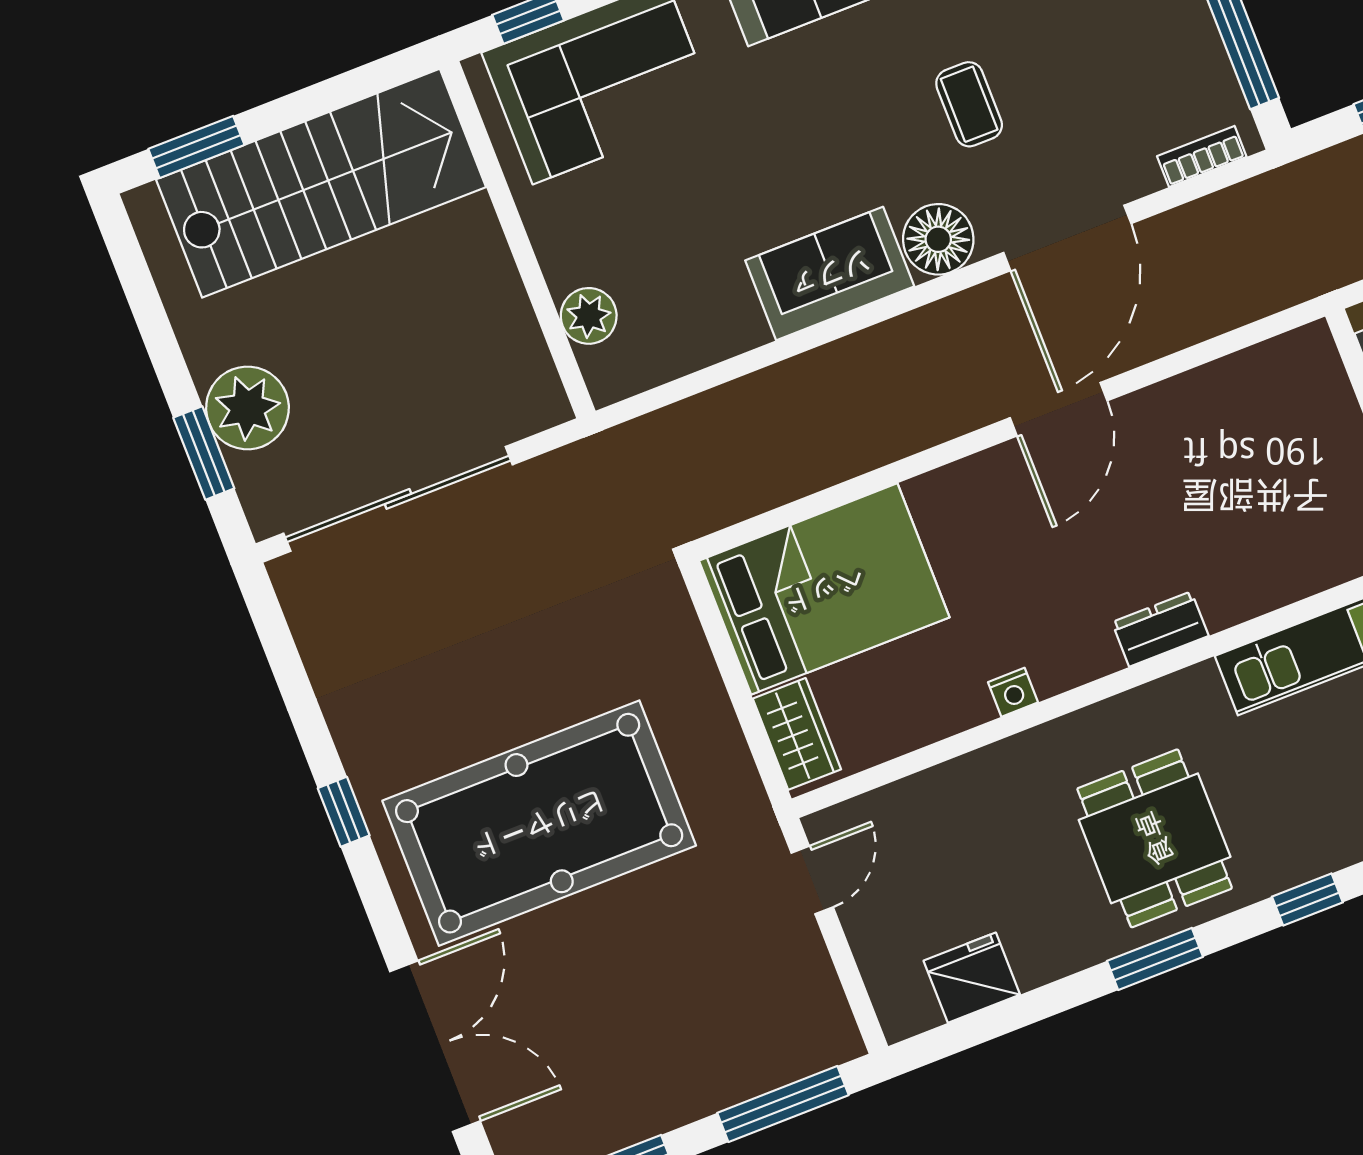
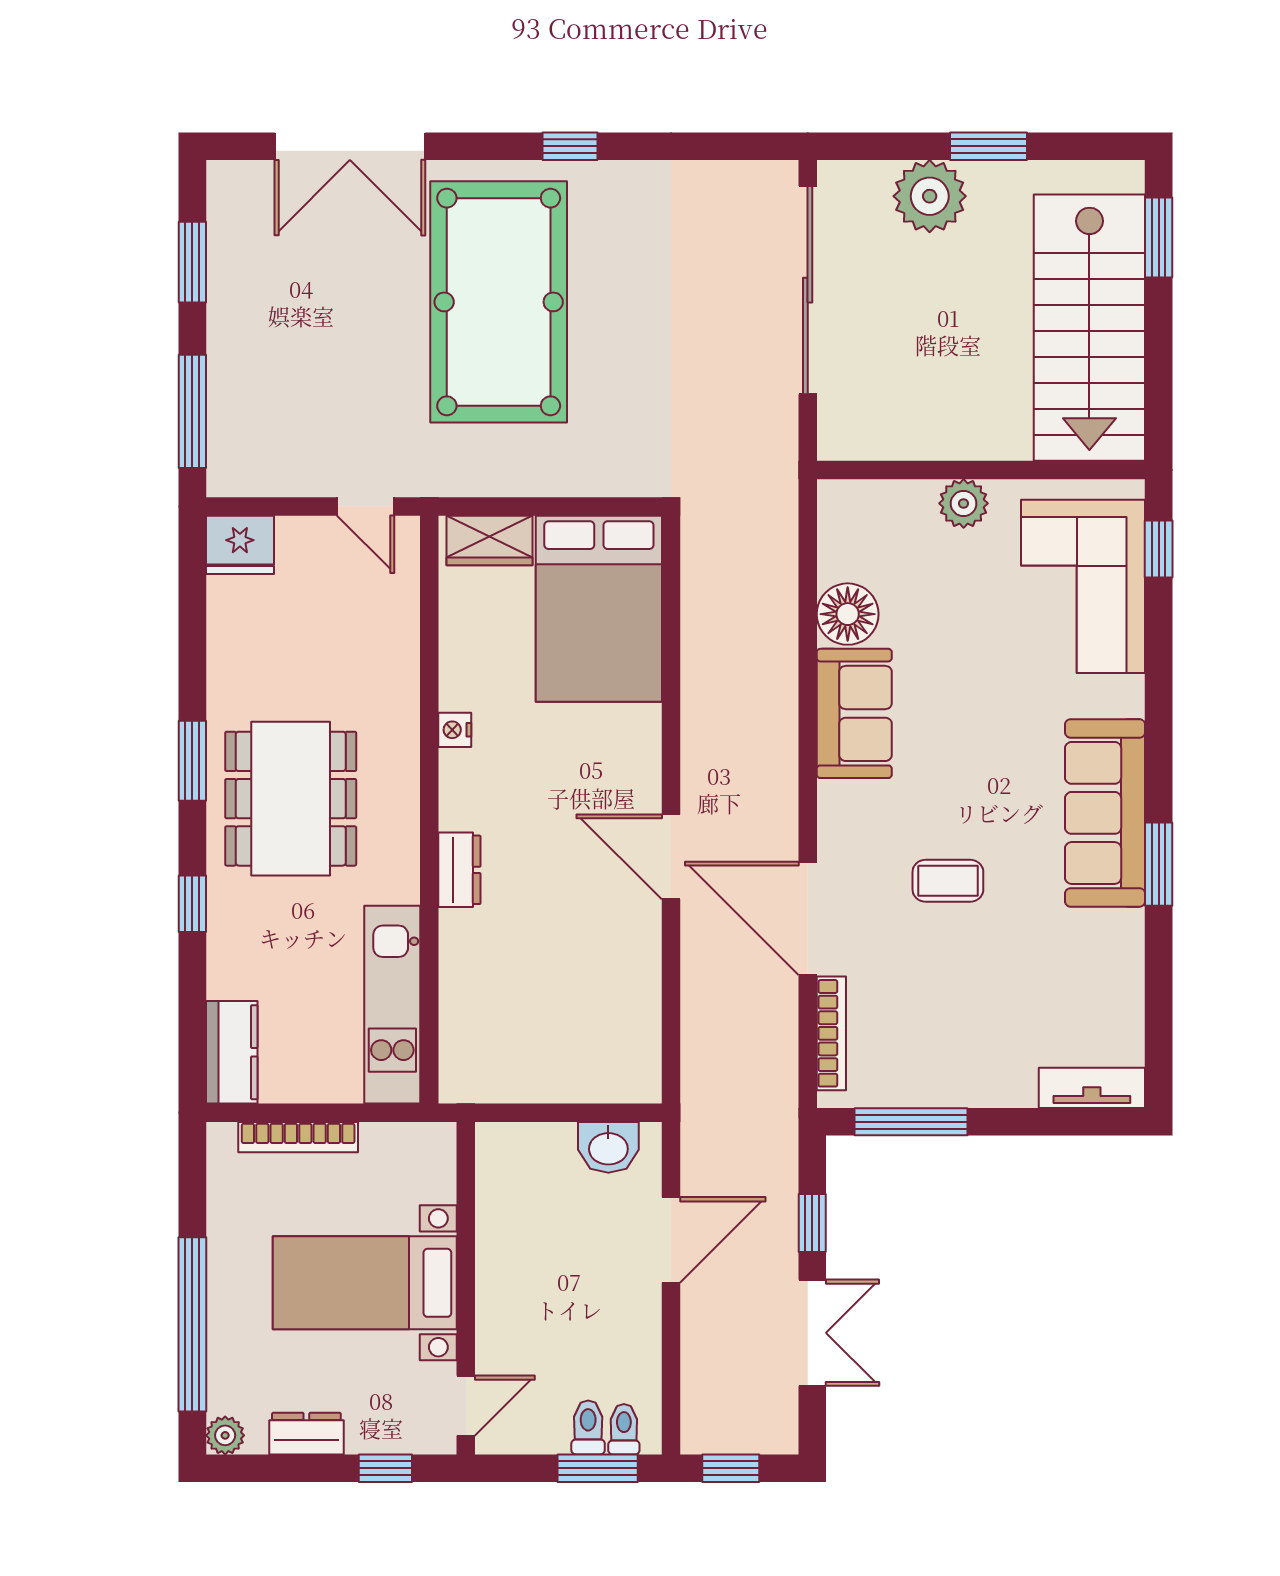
bookcase: (1202, 156) -> (831, 1033), width x1.56
floor lamp: (938, 239) -> (848, 614), moved
plant: (589, 316) -> (964, 503), moved
window: (204, 453) -> (989, 146), moved
dining table: (1155, 838) -> (291, 799), width x1.38
fridge: (972, 978) -> (240, 545), moved, turned 90

